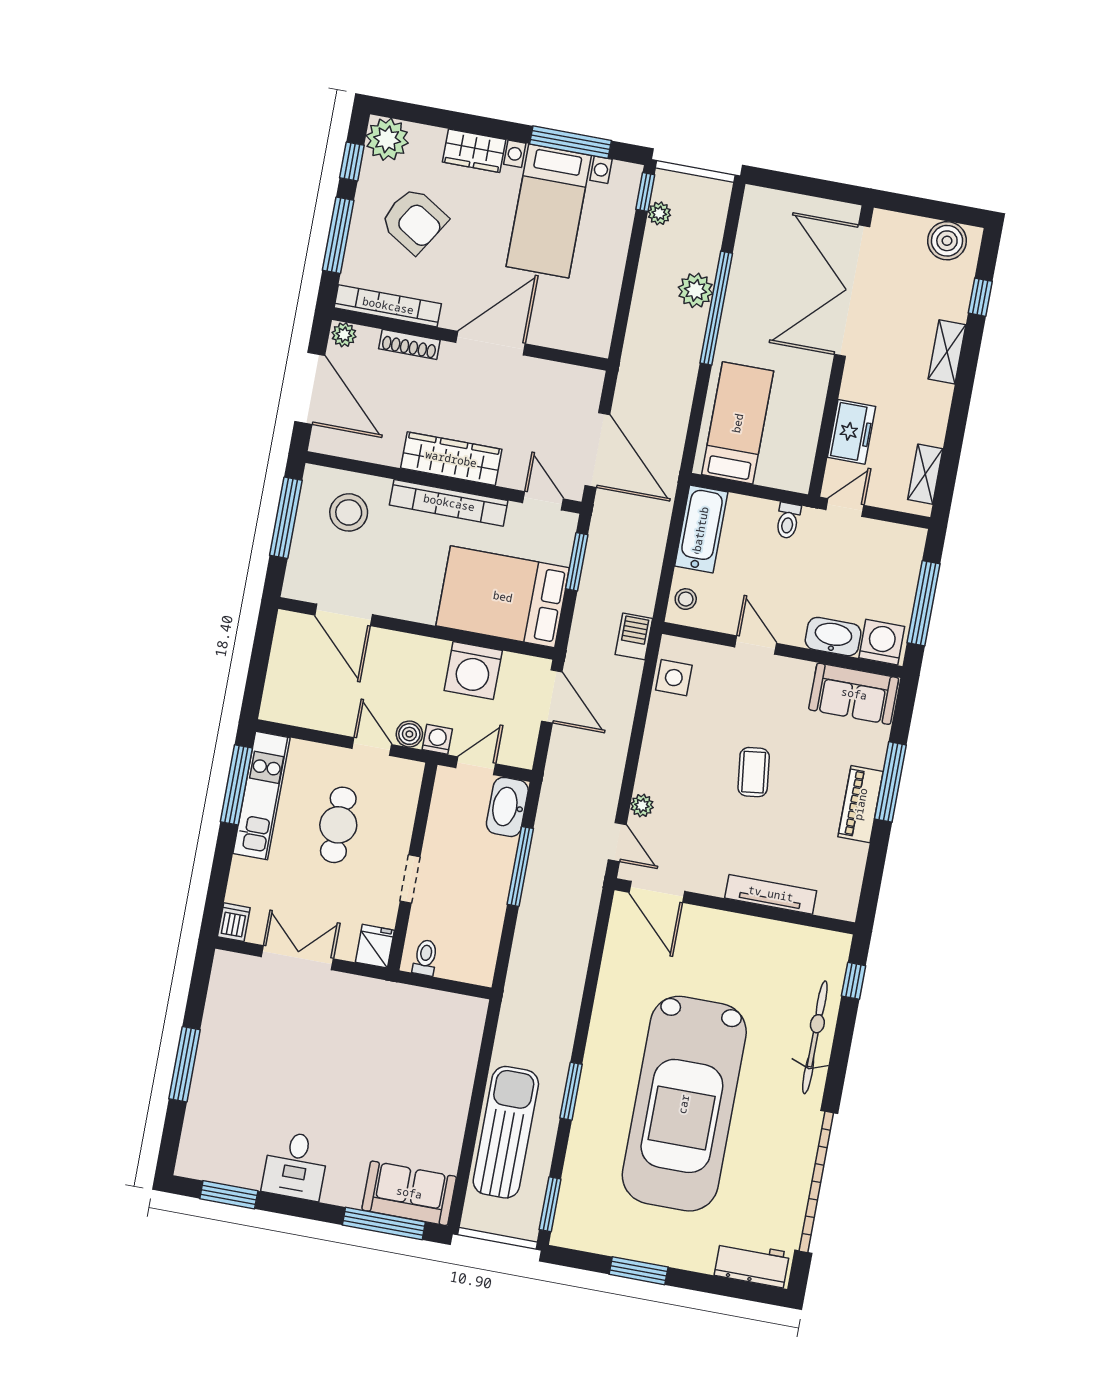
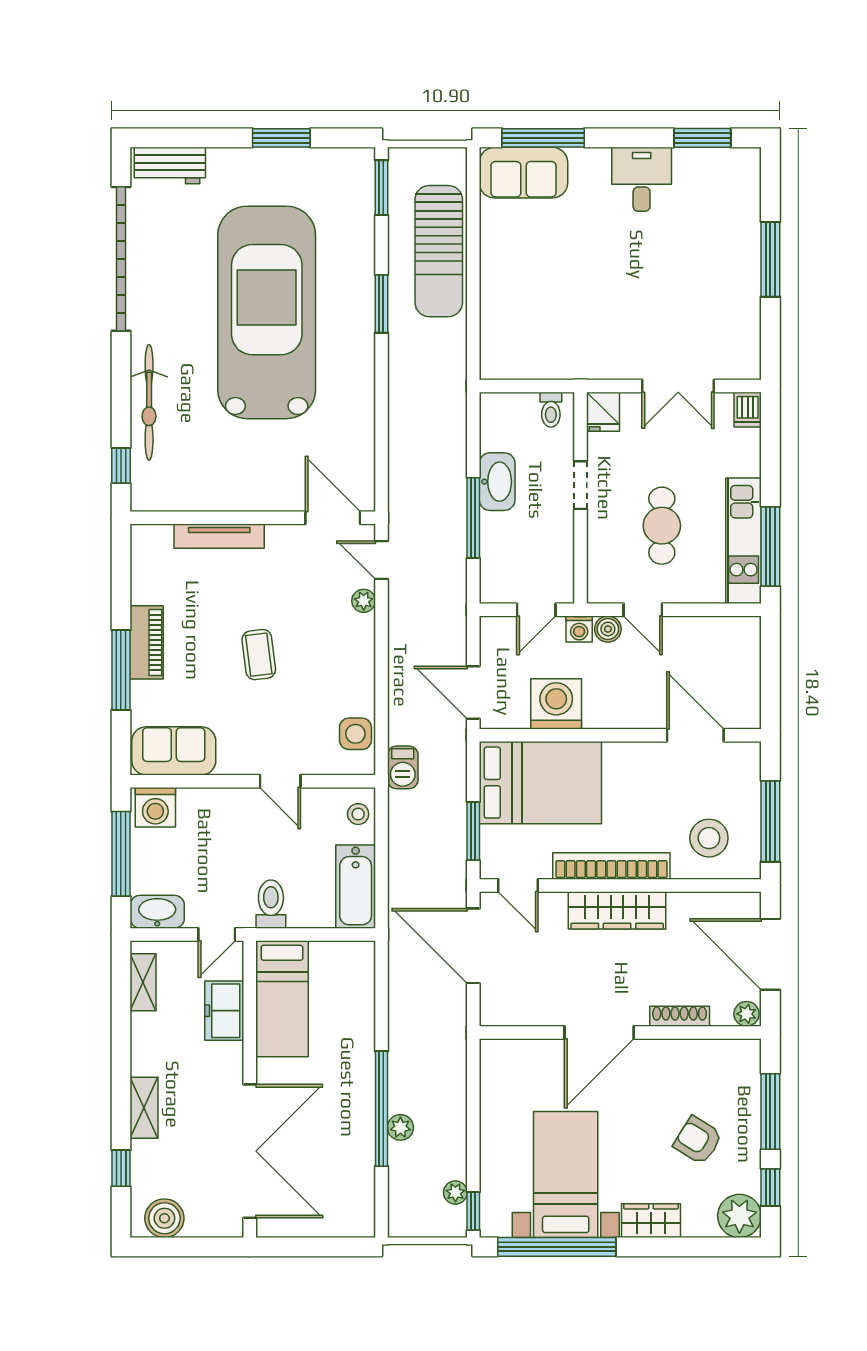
window: (570, 142) -> (557, 1247), width x1.46
armchair: (414, 220) -> (698, 1140), width x0.72, depth x0.72
plant: (695, 290) -> (400, 1127), width x0.73, depth x0.73
bookcase: (388, 306) -> (708, 1051), removed
bed: (738, 423) -> (282, 999), moved
toilet: (788, 521) -> (271, 904), width x1.37, depth x1.39
washbasin: (833, 637) -> (157, 912), moved, turned 180
washbasin: (507, 807) -> (497, 482), moved

